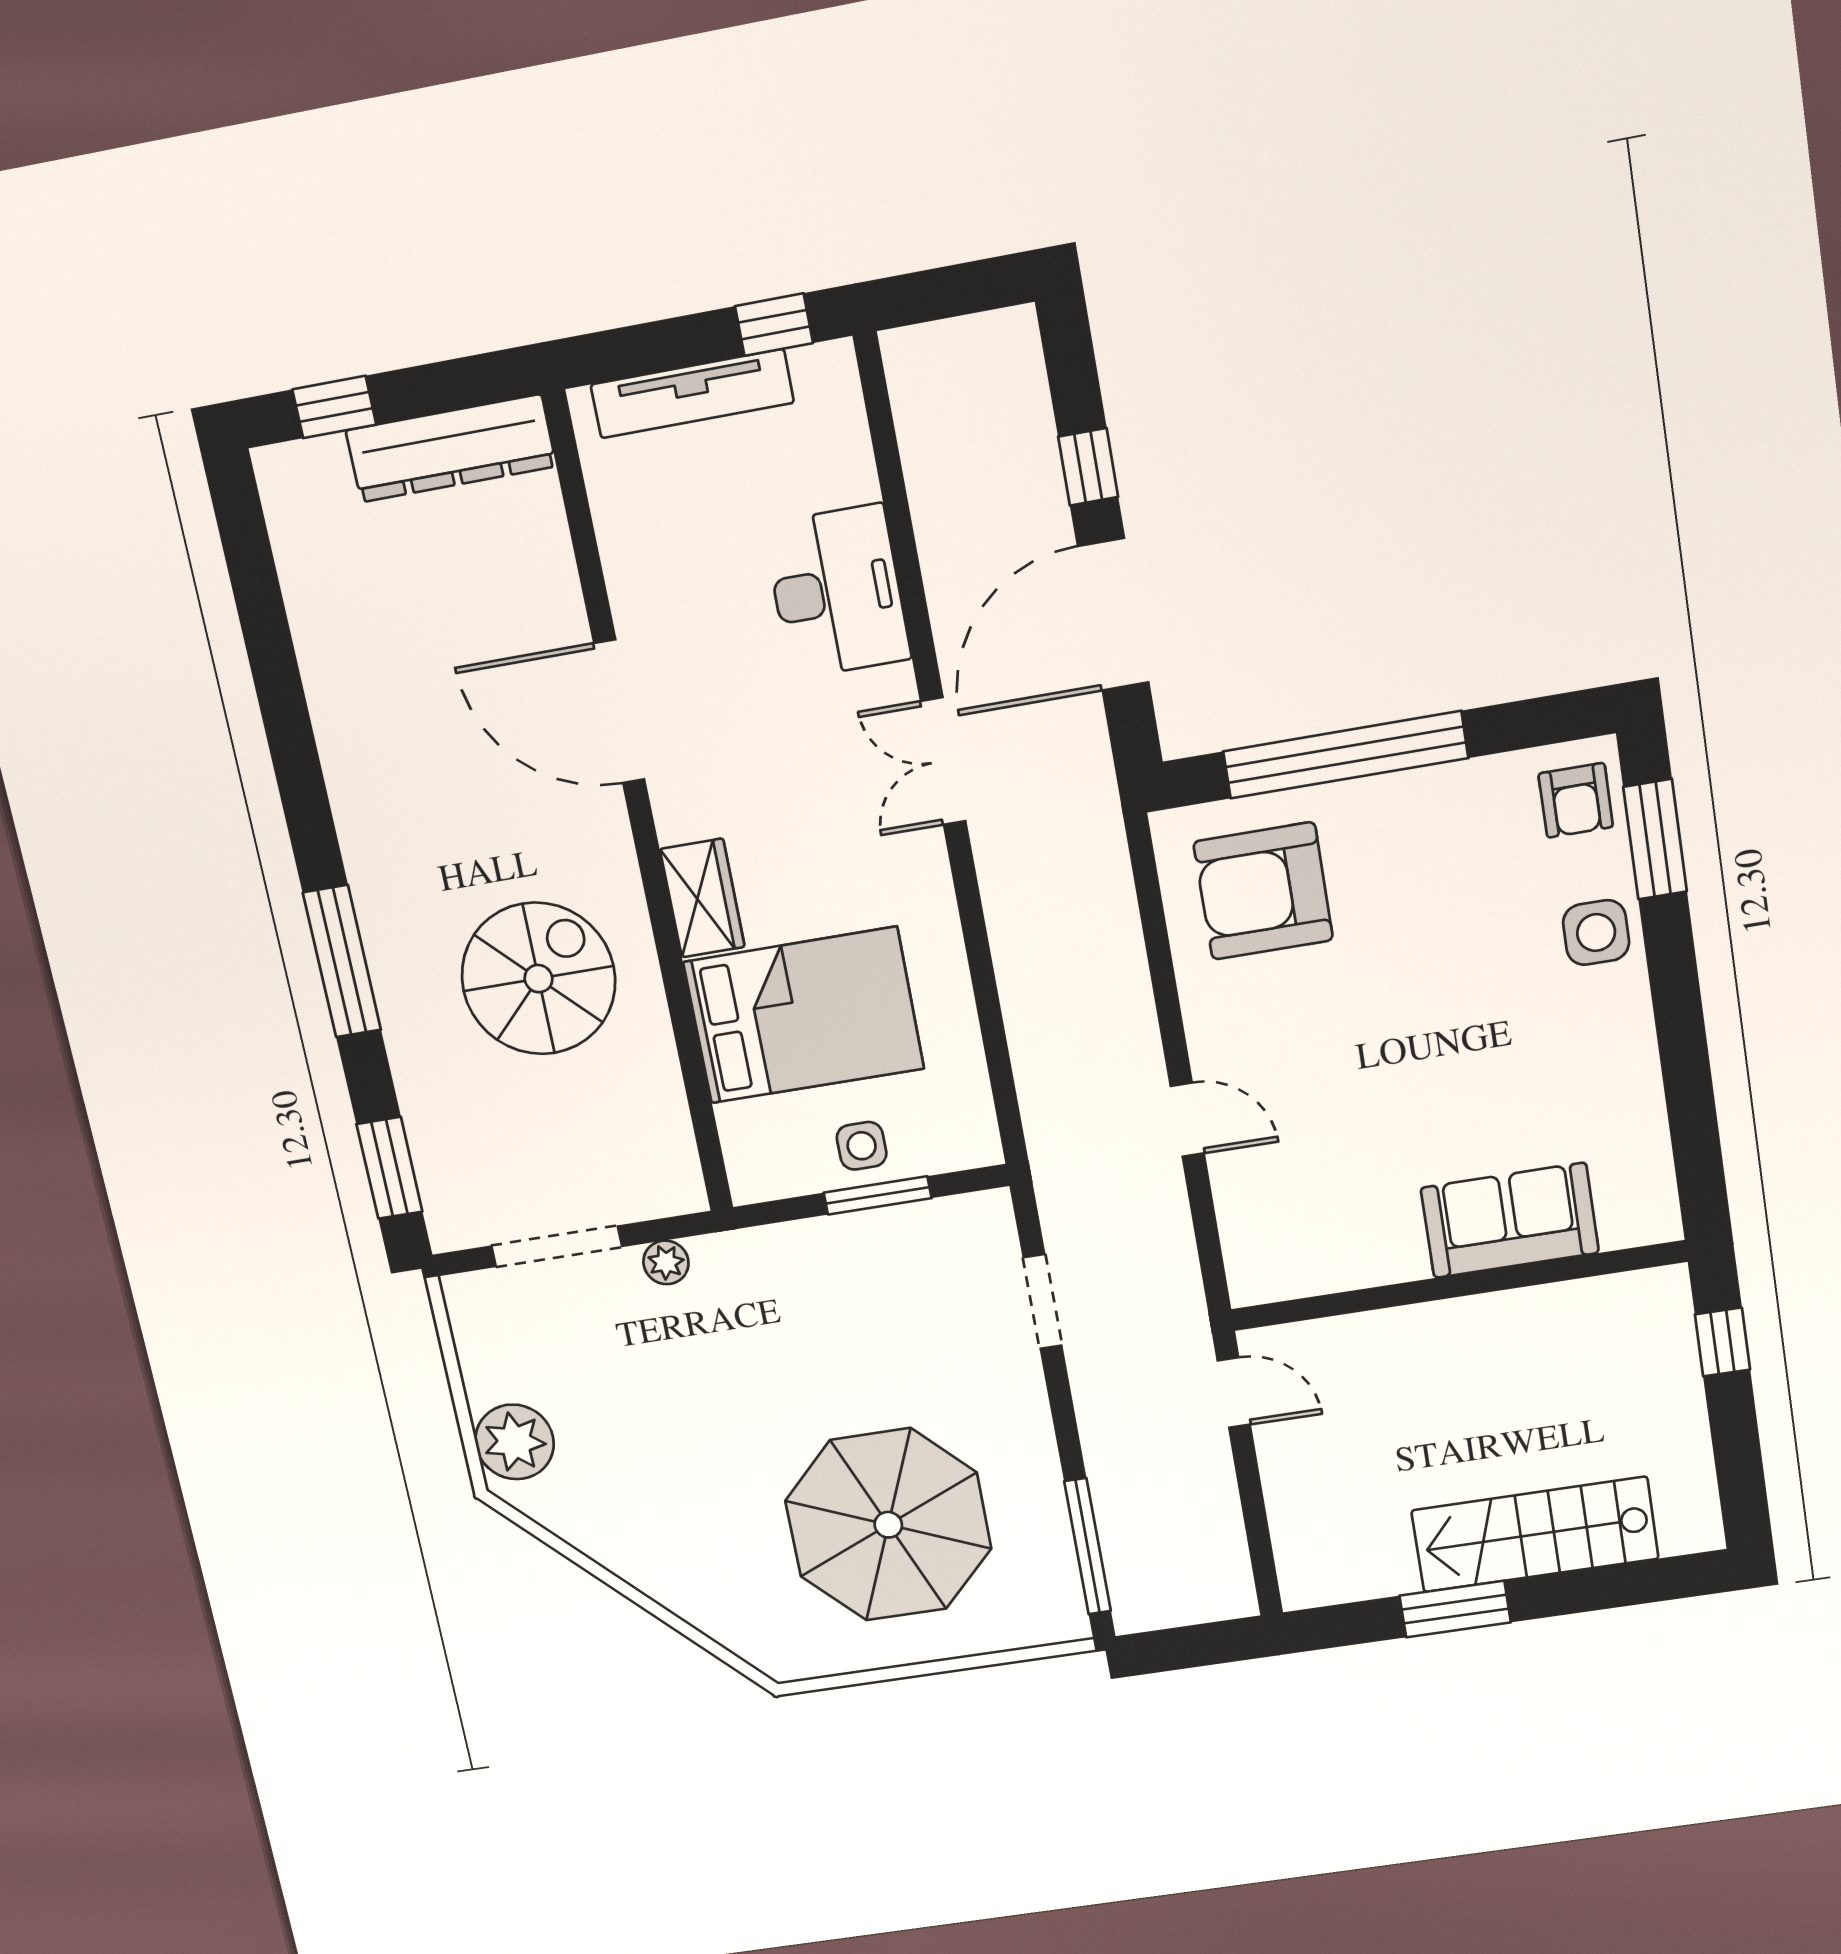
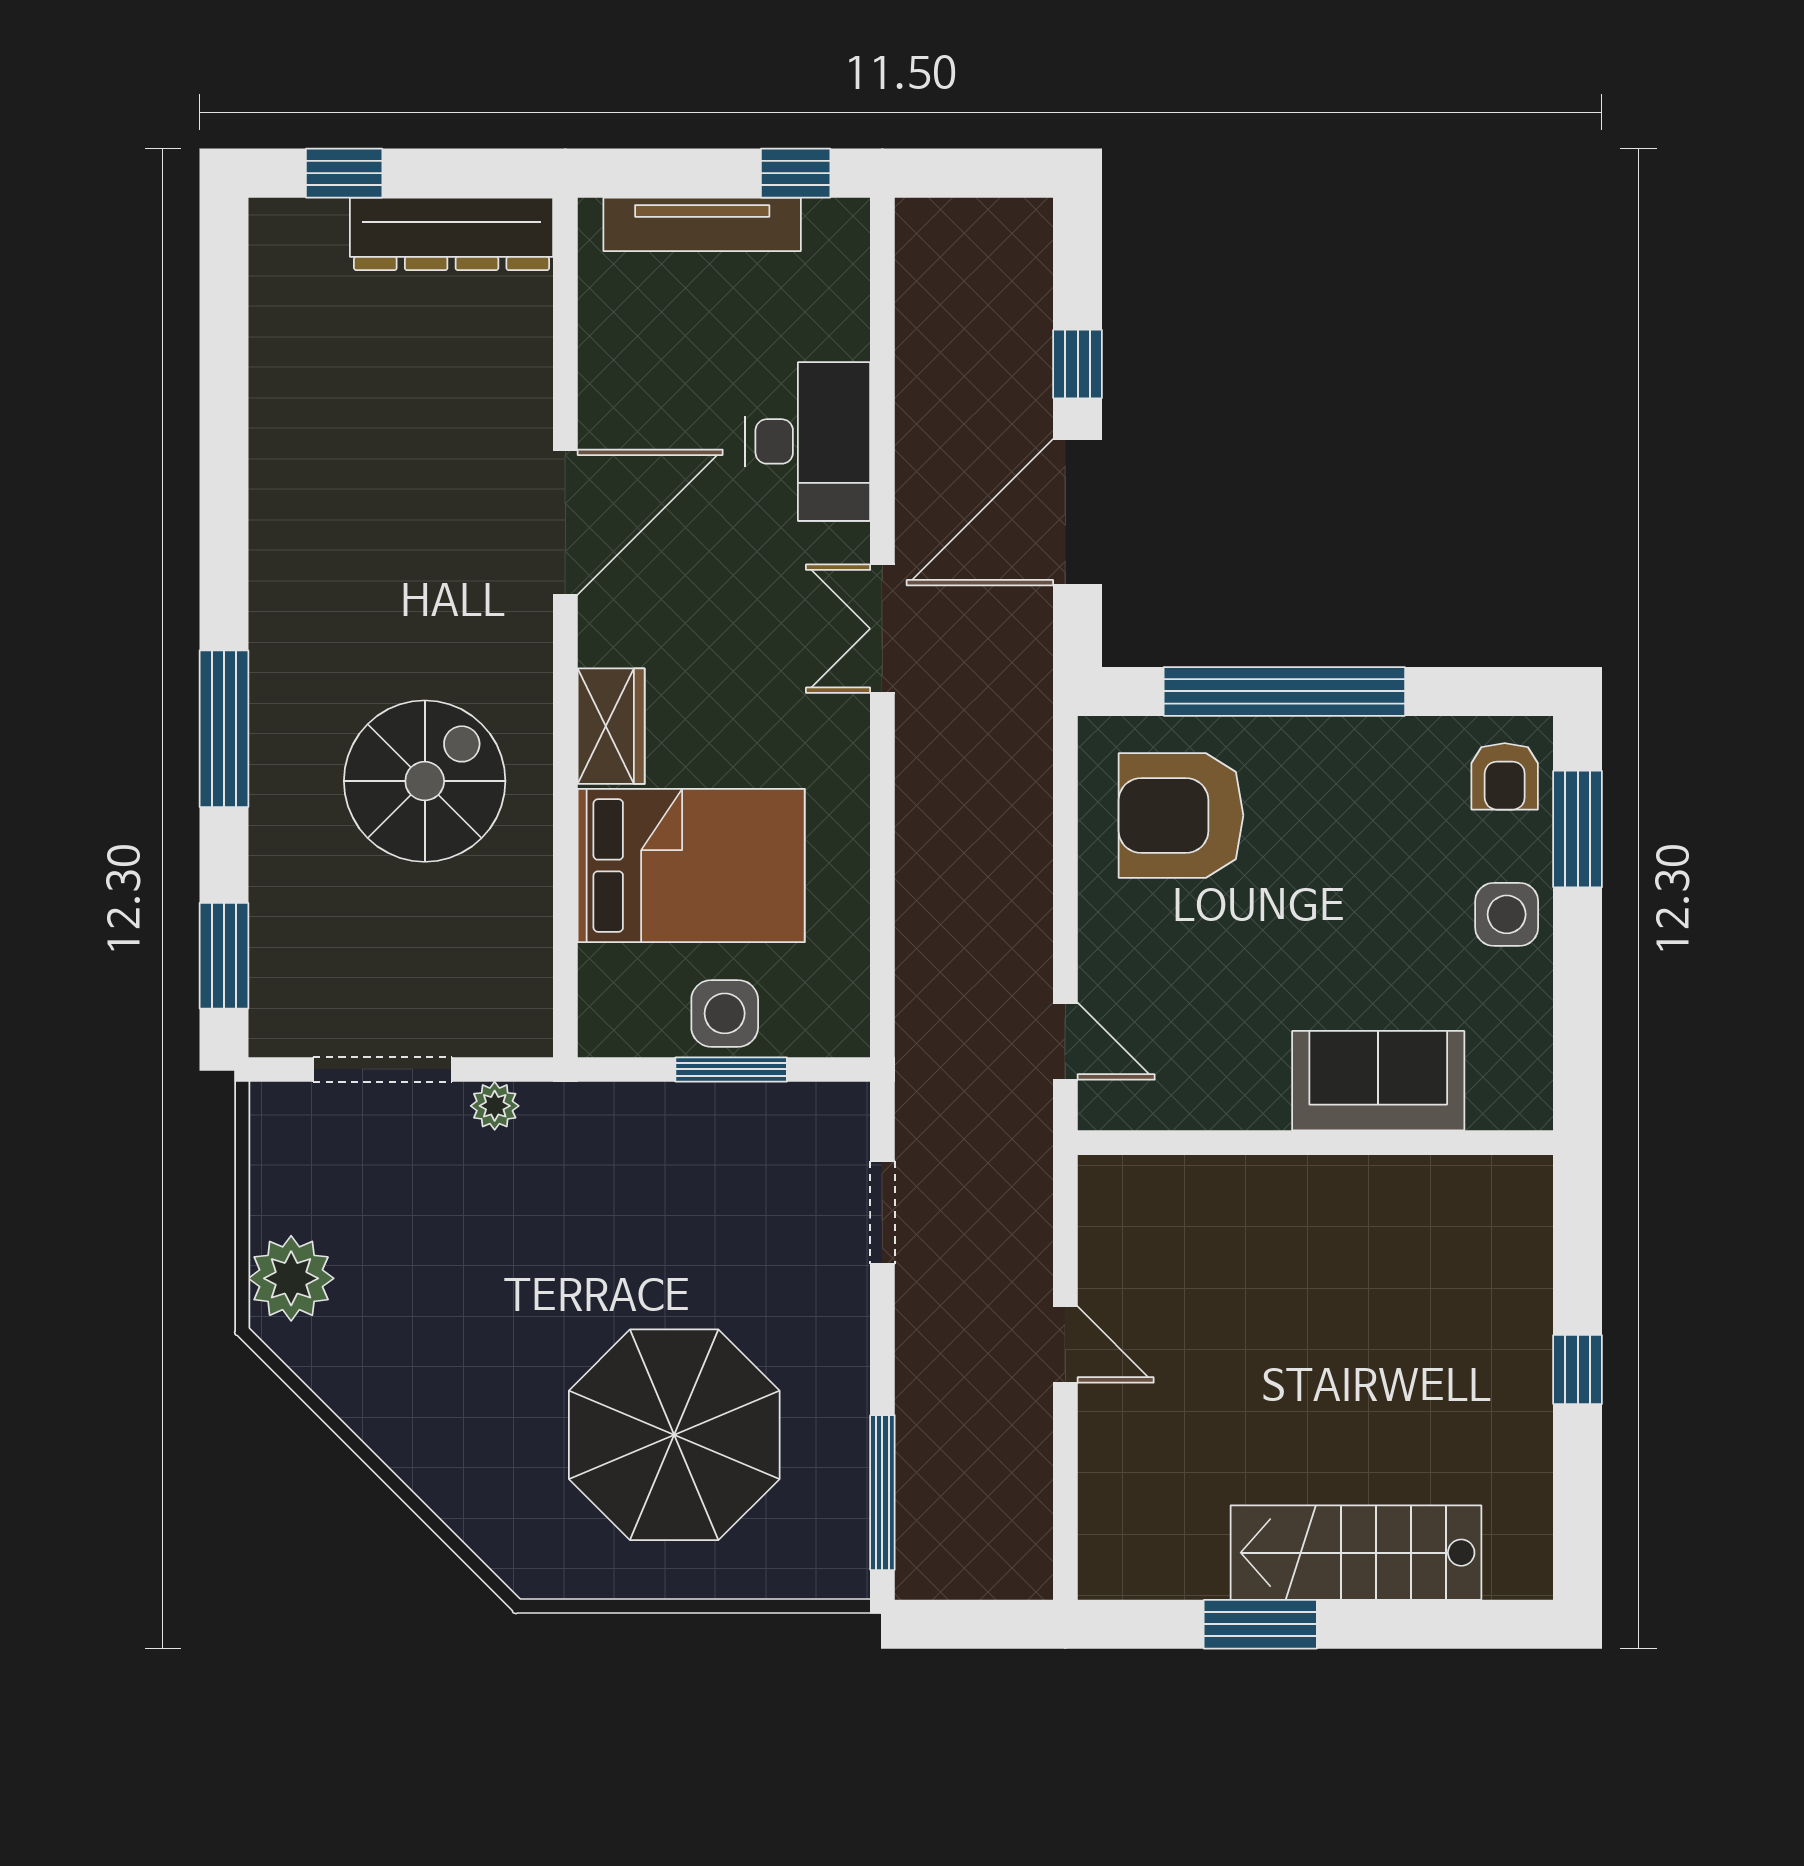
door: (619, 711) -> (565, 522), swing flipped
side table: (862, 1146) -> (725, 1013), width x1.37, depth x1.37
sofa: (1510, 1220) -> (1378, 1081), moved
wall: (1458, 1286) -> (1315, 1143), moved

